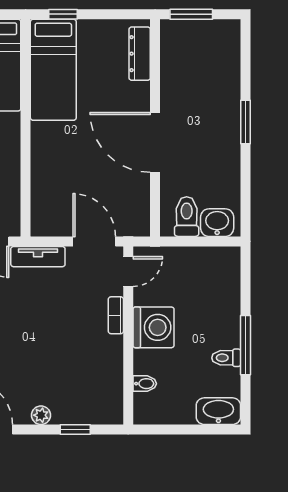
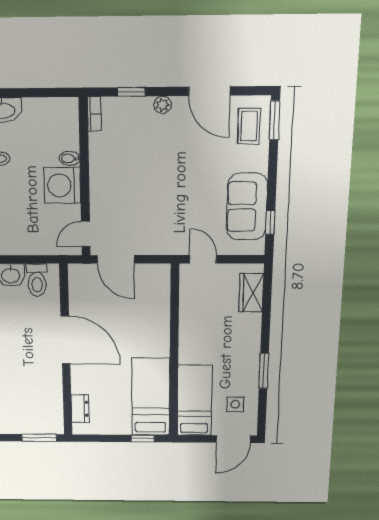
dresser: (140, 54) -> (80, 409), width x0.70
tv unit: (38, 257) -> (164, 246), removed
bookcase: (116, 315) -> (94, 114), moved
bidet: (145, 384) -> (69, 158), moved

